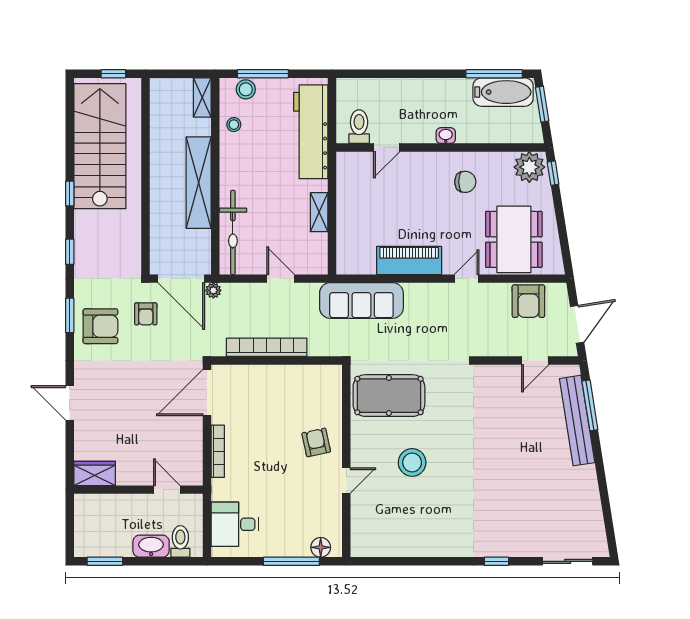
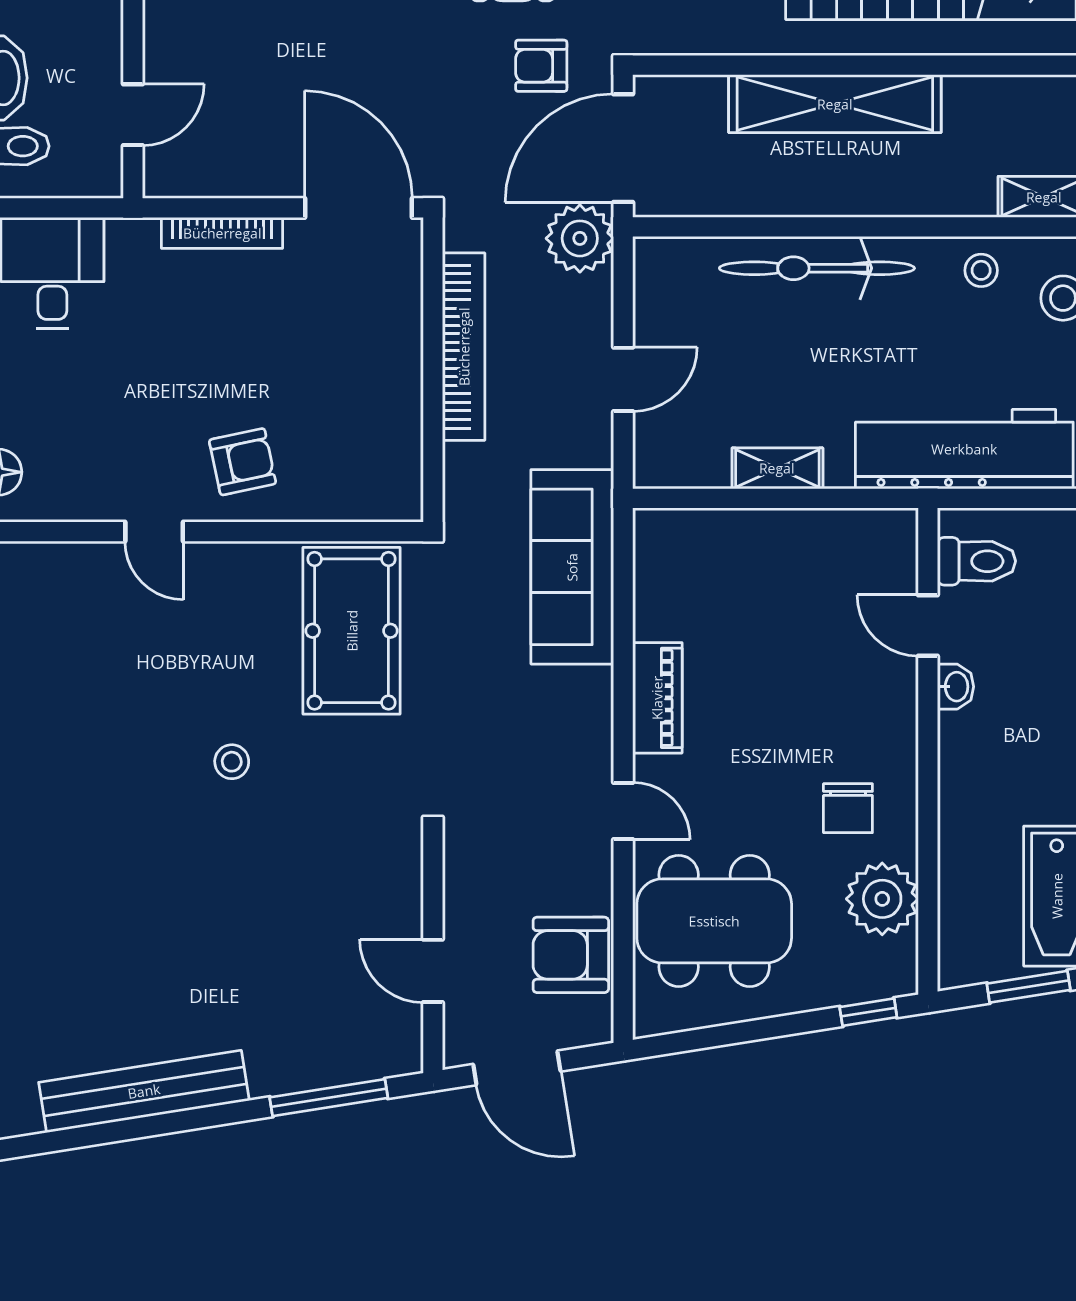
washbasin: (446, 136) -> (956, 687), moved
plant: (529, 167) -> (882, 899), moved
shelving: (199, 183) -> (835, 104), moved
bicycle: (233, 232) -> (817, 268), moved
piano: (409, 260) -> (657, 698), width x0.73, depth x0.75
plant: (213, 290) -> (580, 238), width x1.88, depth x1.88
bench: (577, 421) -> (144, 1091), moved
stool: (412, 462) -> (232, 762), moved, width x0.53, depth x0.53

